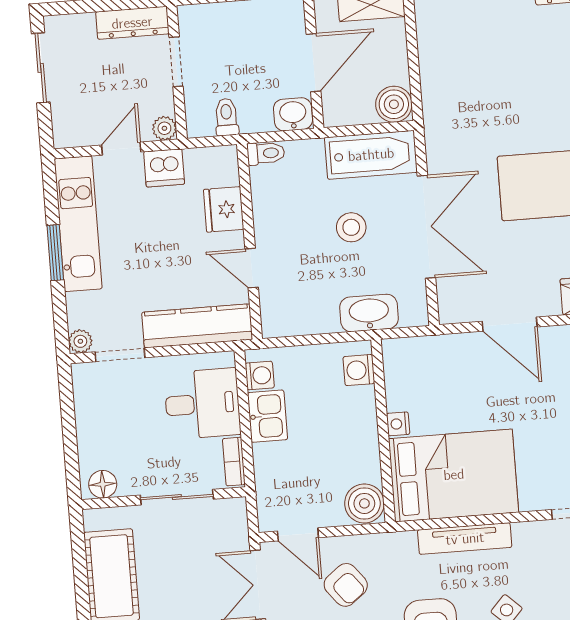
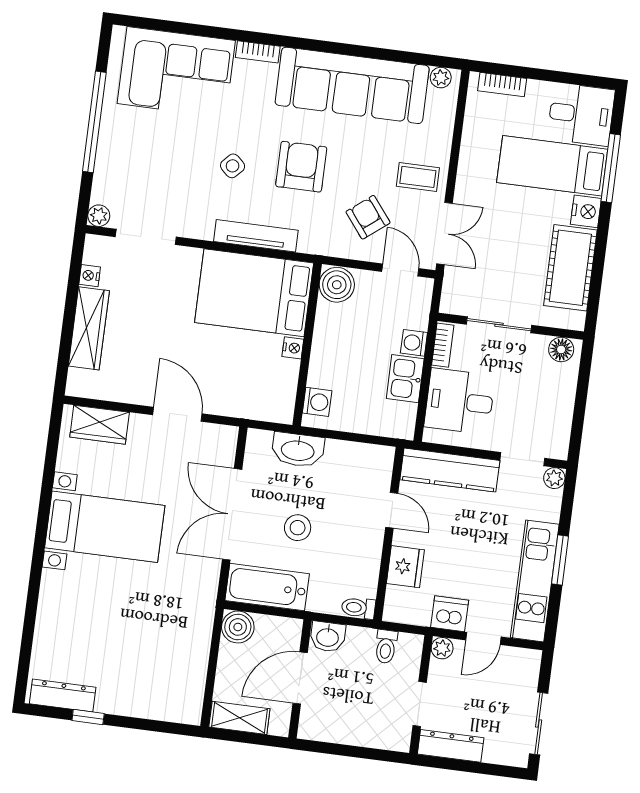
washing machine: (260, 375) -> (414, 343), moved

